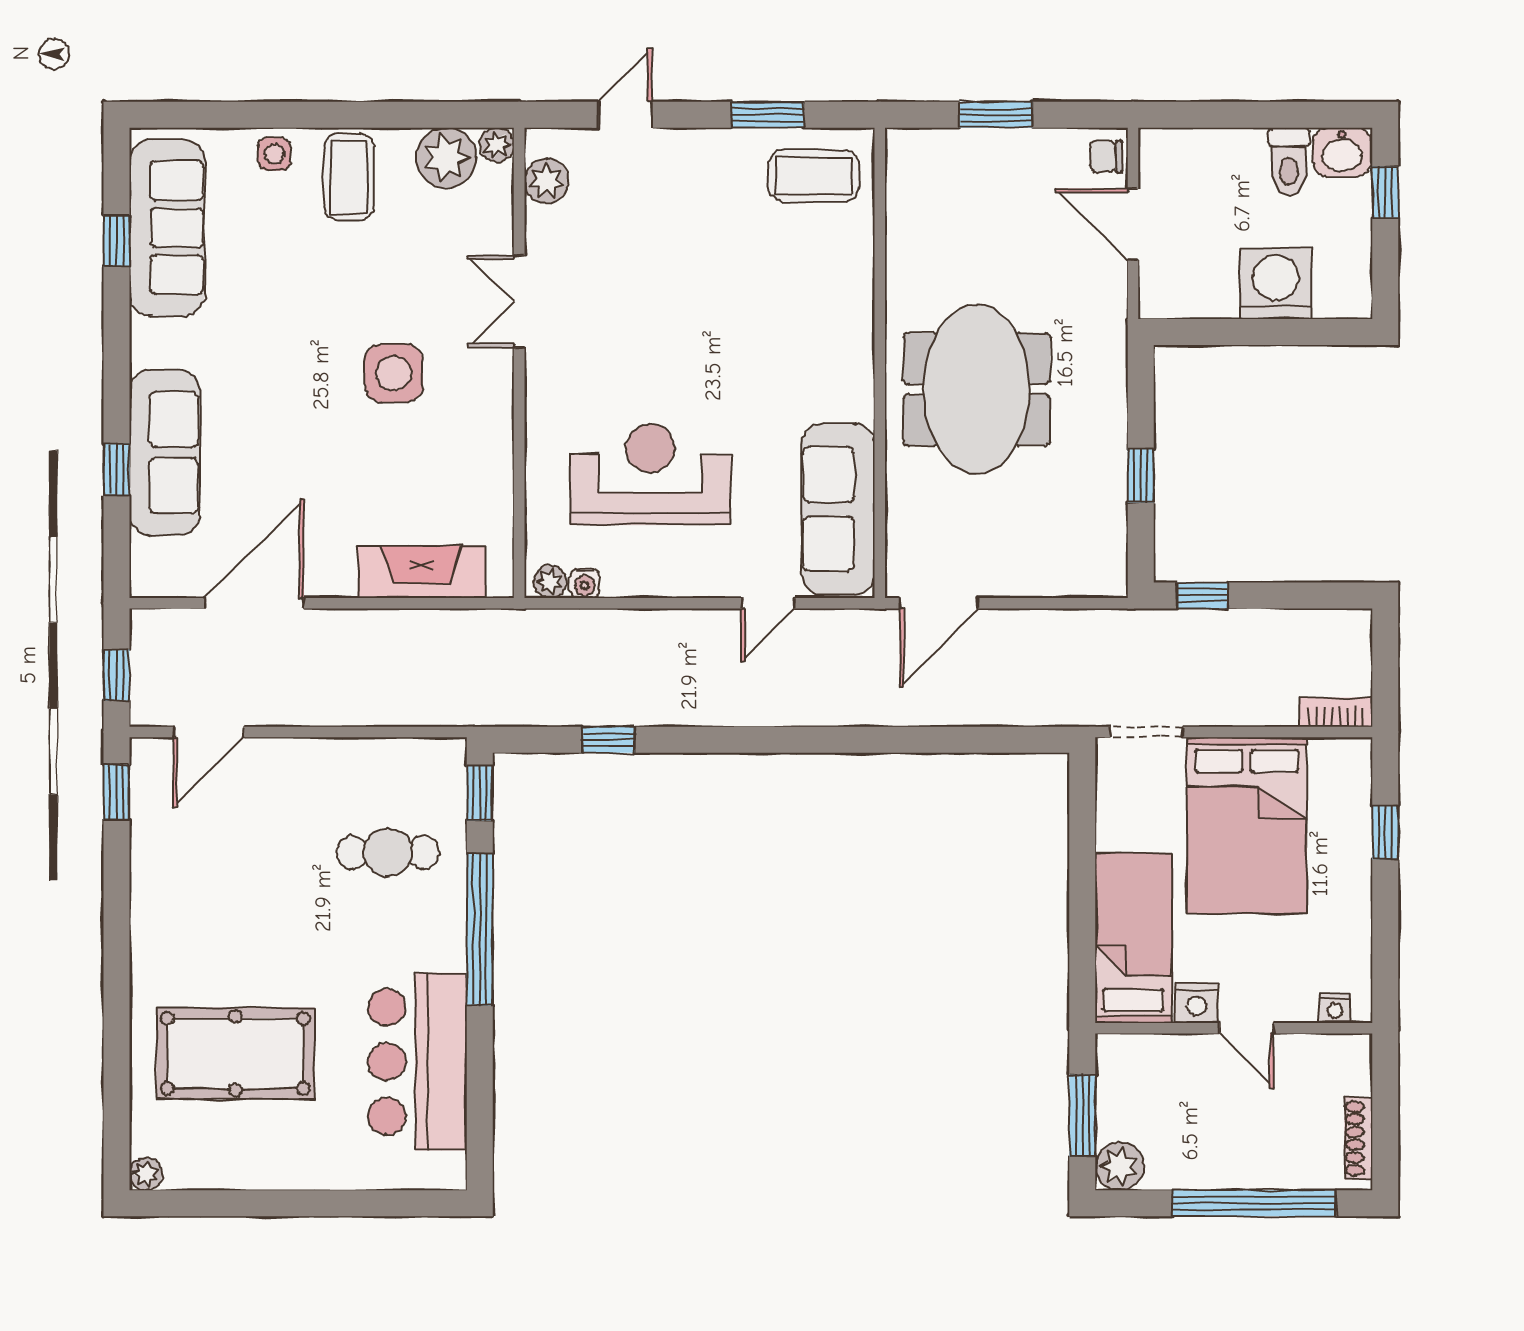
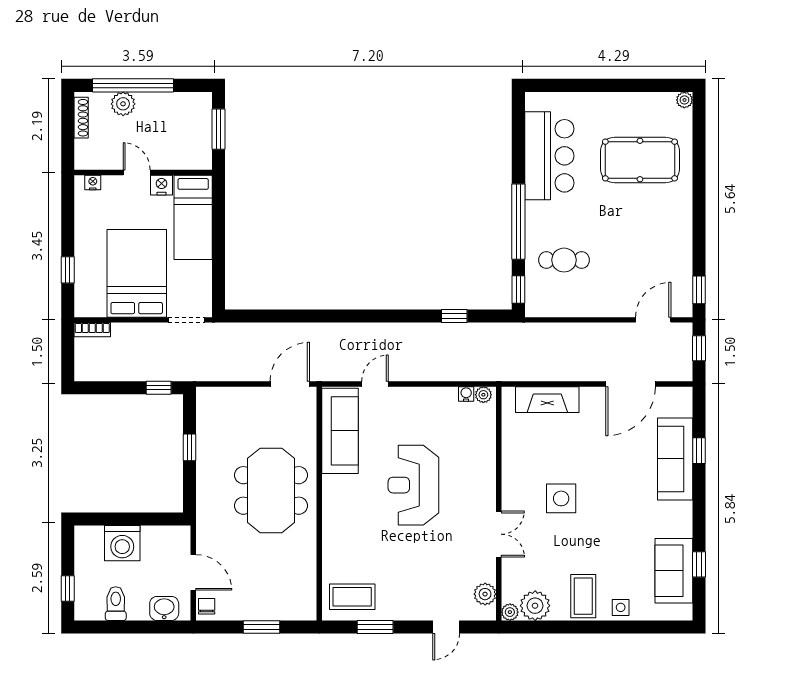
washbasin: (1342, 152) -> (164, 608), moved
chair: (1106, 157) -> (207, 606), turned -90
sofa: (167, 228) -> (674, 571), width x0.73
reception desk: (650, 474) -> (413, 485), moved, turned 90
plant: (1119, 1166) -> (123, 104), moved

